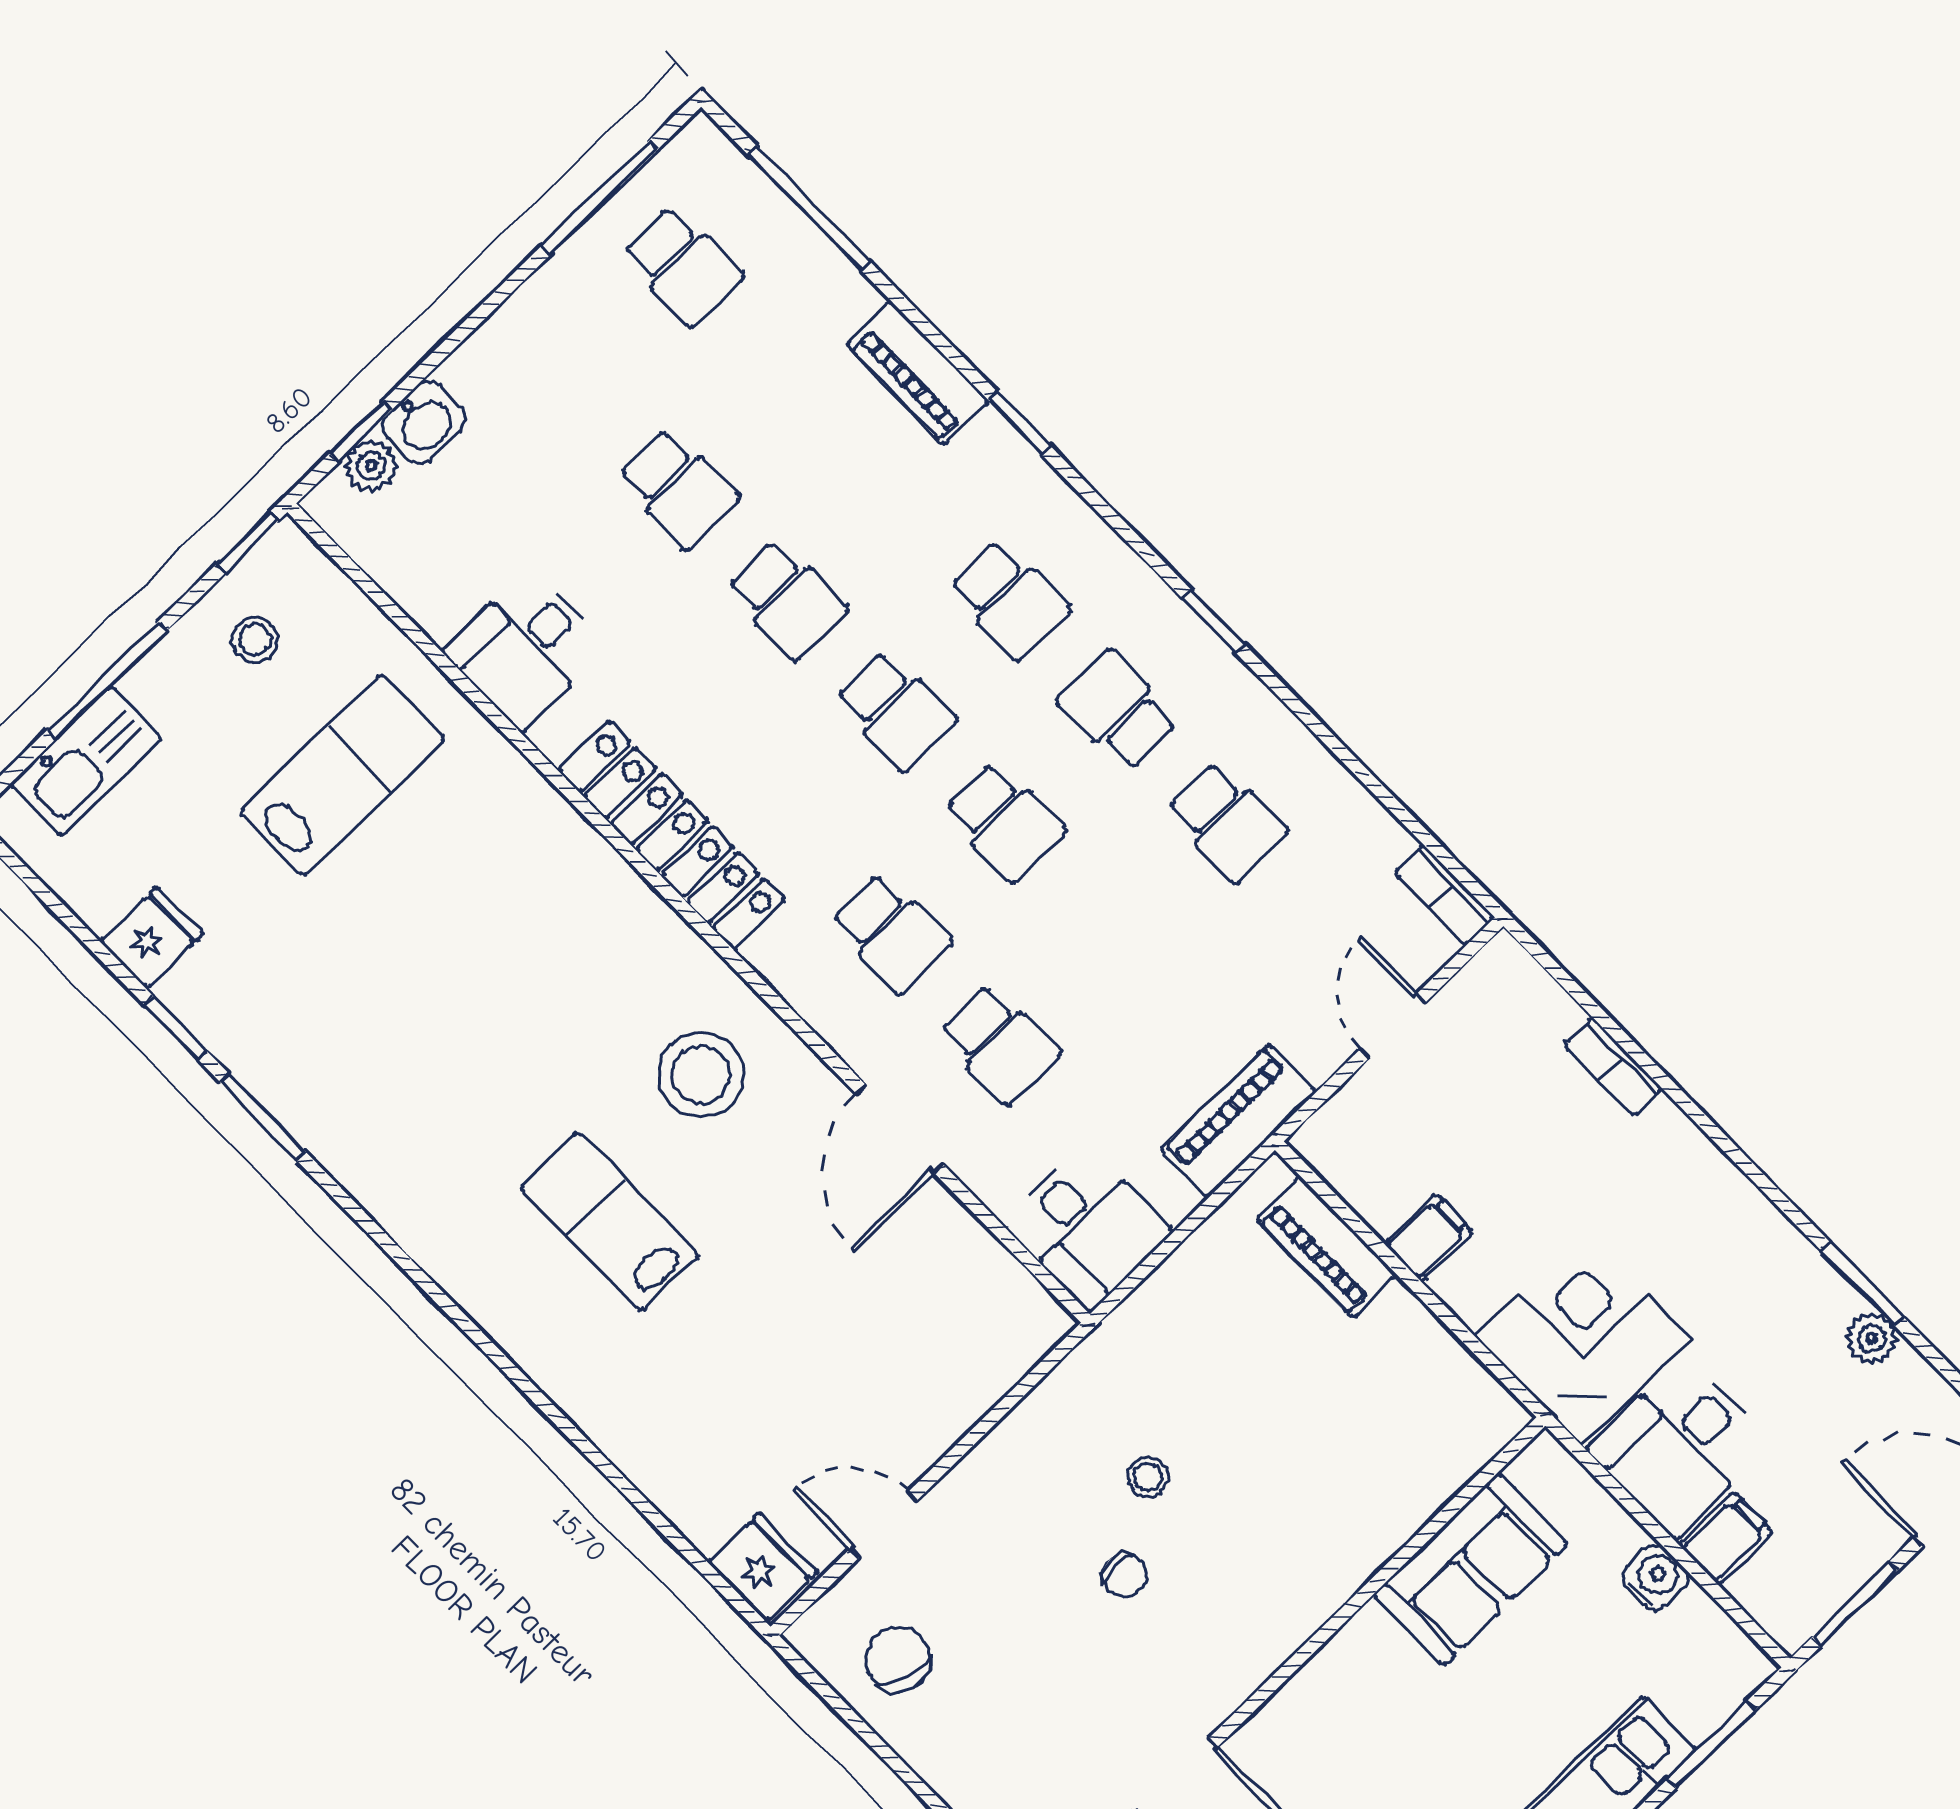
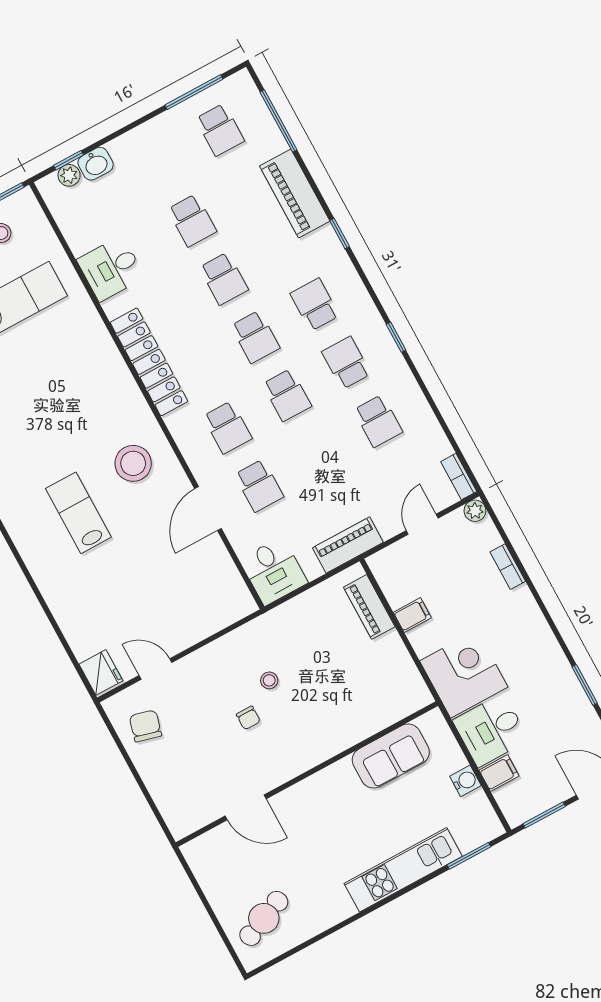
piano: (918, 373) -> (295, 194), width x1.37, depth x1.33
school desk: (1009, 599) -> (315, 305), turned 180
plant: (1872, 1338) -> (475, 511), moved

